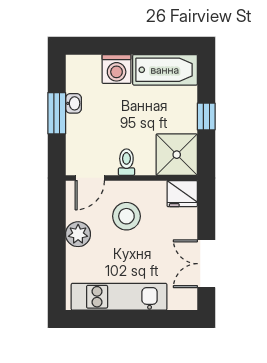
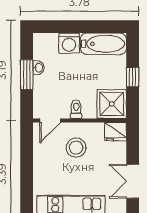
plant: (78, 234) -> (42, 160), removed

